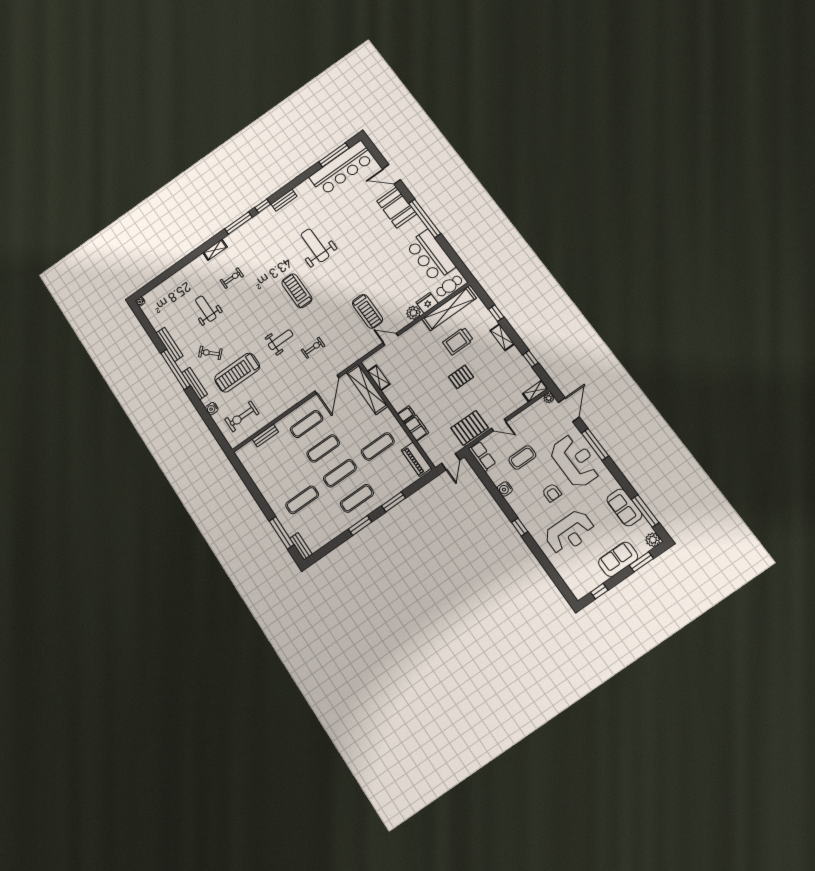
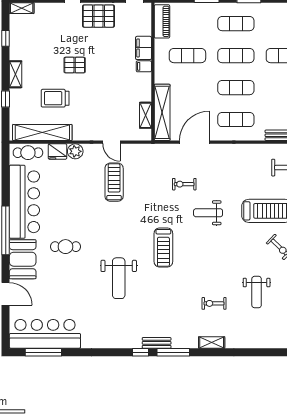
bench: (284, 200) -> (157, 343), moved
cafe table: (371, 239) -> (66, 247), added
bar counter: (431, 256) -> (24, 202), width x1.36
trolley: (458, 341) -> (55, 98), turned 180

